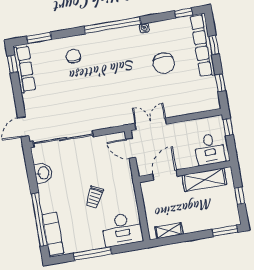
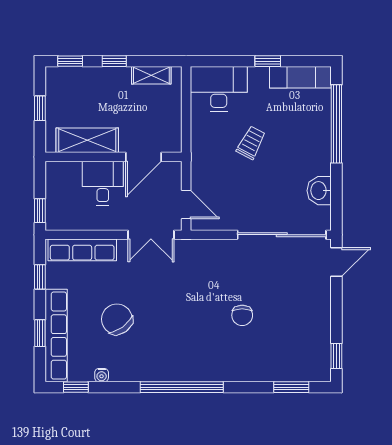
water cooler: (144, 28) -> (102, 375), moved
chair: (73, 56) -> (242, 315), moved
chair: (164, 63) -> (117, 319), turned -36
row of seats: (25, 69) -> (82, 250), moved, turned -90
desk: (210, 149) -> (103, 183), moved
window: (225, 231) -> (70, 61), width x0.67
exam couch: (53, 234) -> (300, 77), moved, turned -90
window: (195, 236) -> (114, 61), added
window: (93, 254) -> (268, 61), width x0.46

